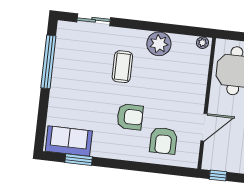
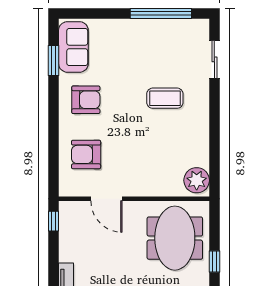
plant: (203, 43) -> (197, 180), width x1.88, depth x1.88
plant: (159, 44) -> (196, 137), removed
armchair: (130, 117) -> (86, 100), moved, turned -90

